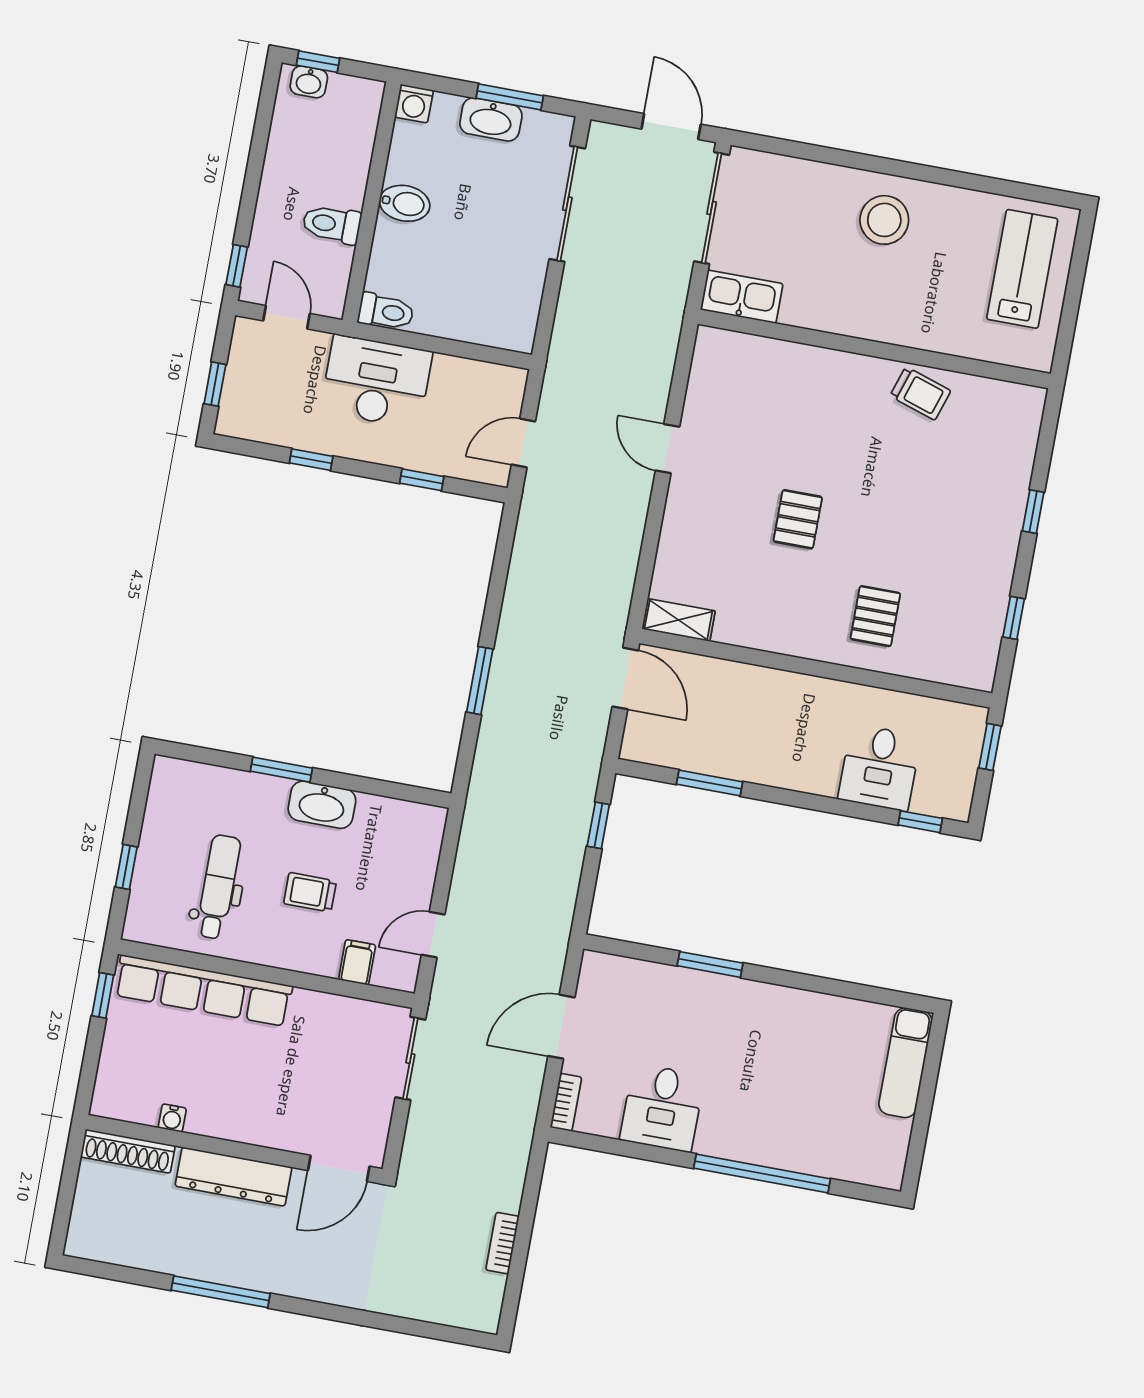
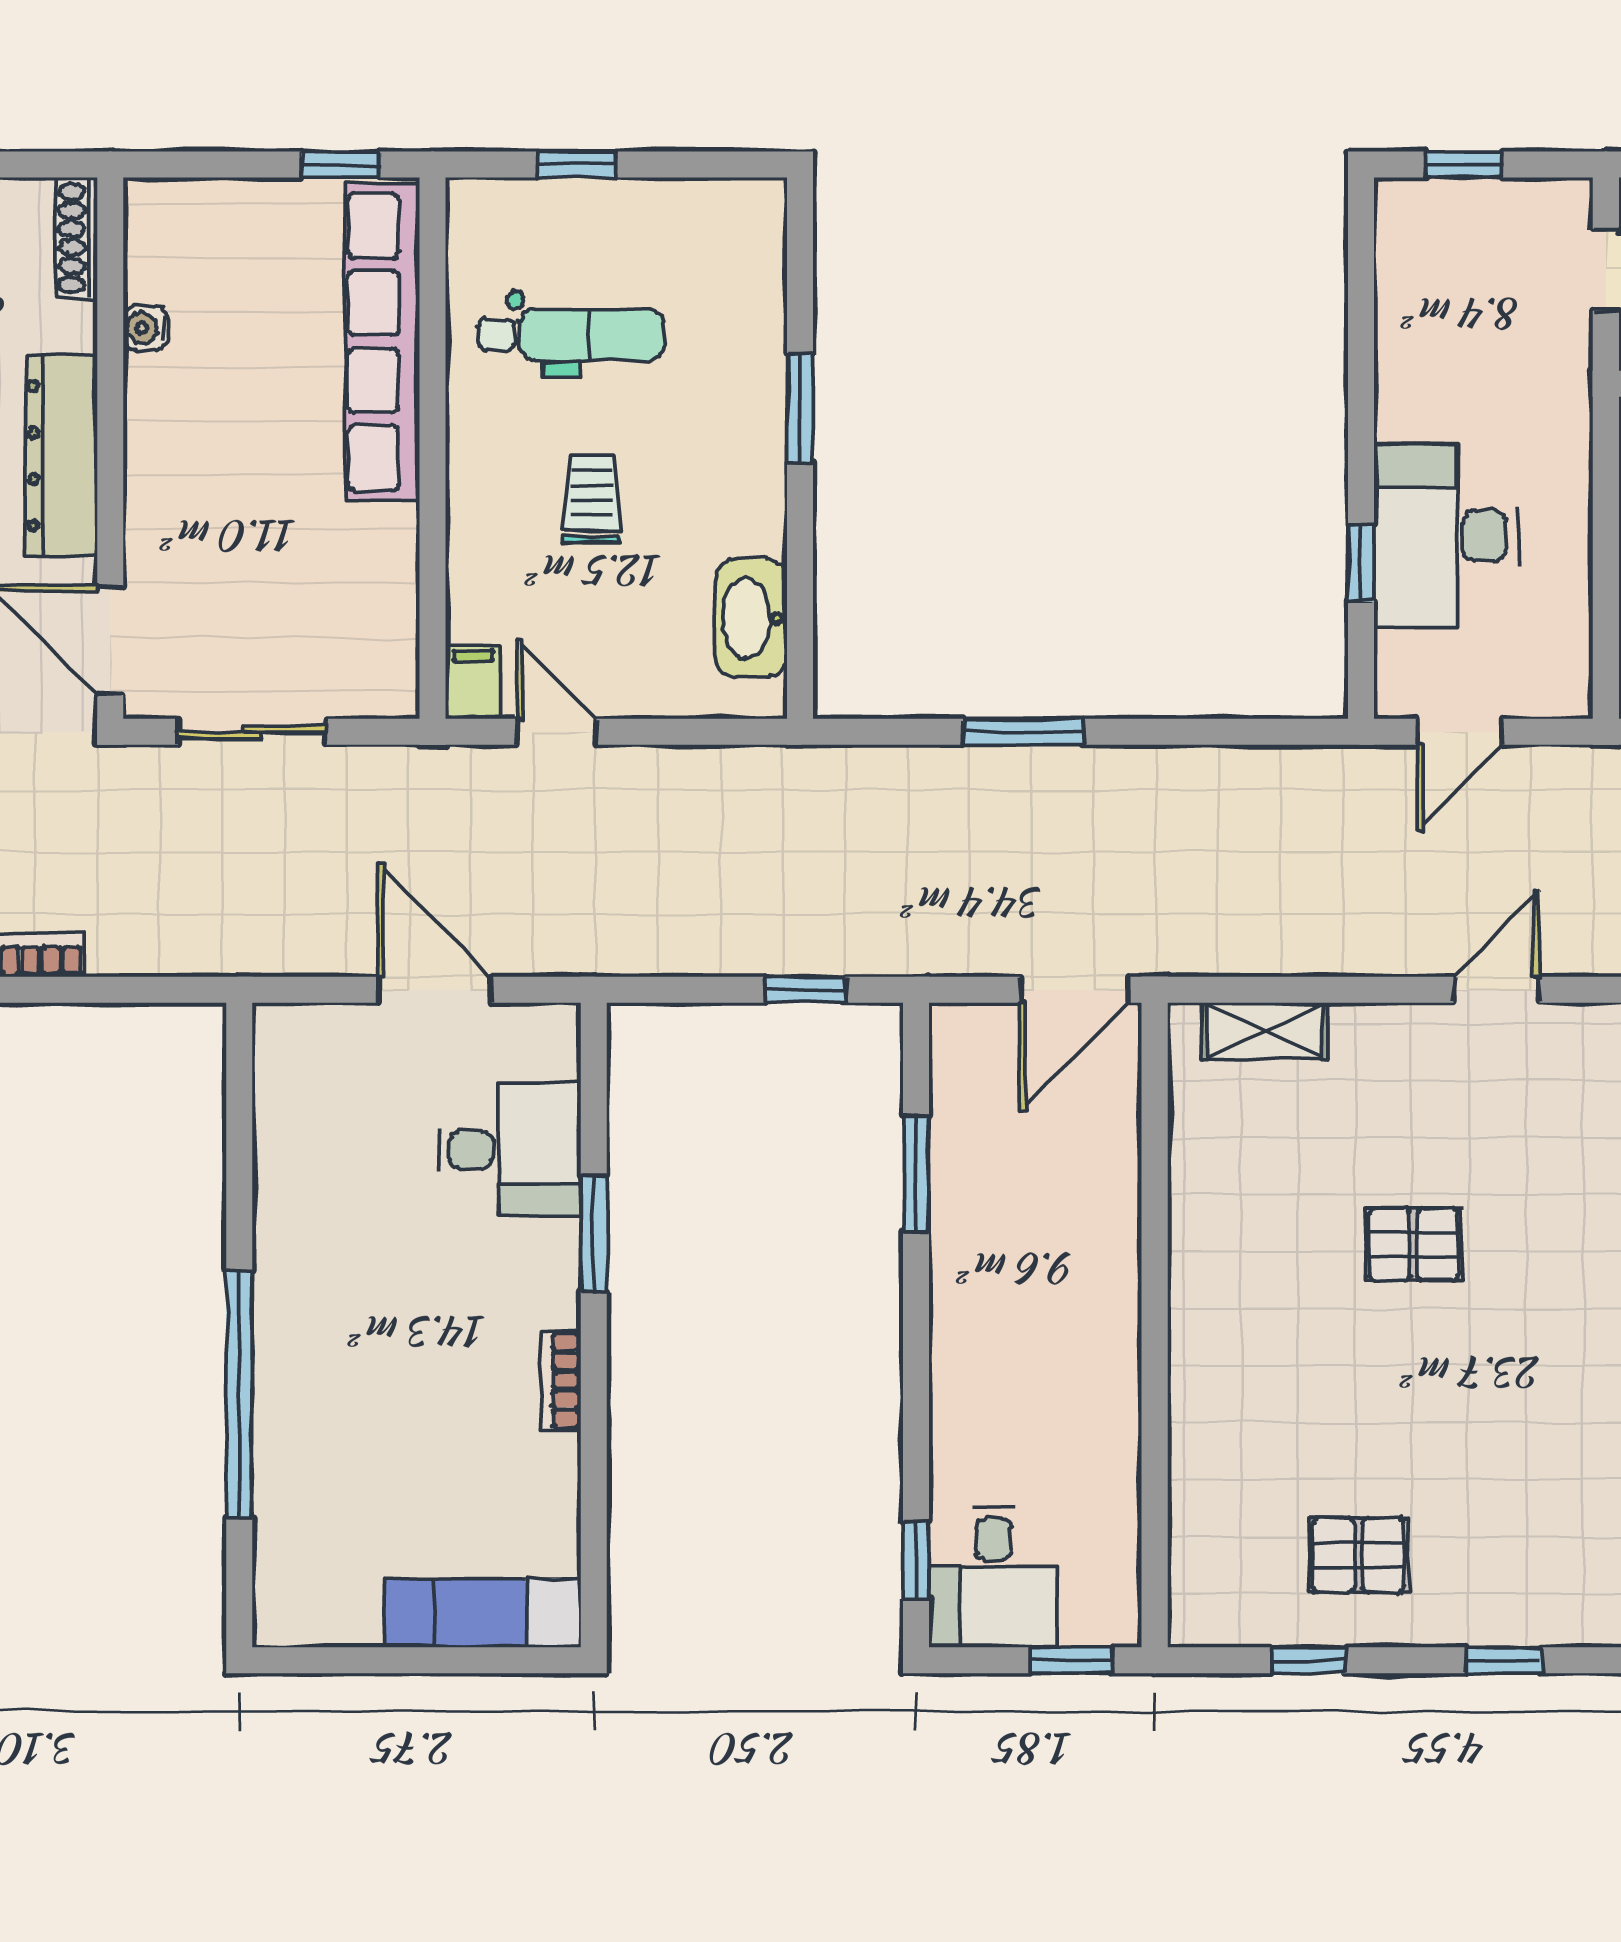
desk: (376, 381) -> (1446, 536), moved, turned 180
door: (523, 443) -> (1459, 732), swing flipped
window: (311, 460) -> (1361, 360), removed
pallet: (875, 616) -> (1358, 1555), moved
shelving: (678, 620) -> (1264, 1031), moved, turned 90
desk: (879, 768) -> (994, 1577), moved, turned -90
washbasin: (322, 805) -> (751, 618), moved
filing cabinet: (357, 962) -> (473, 682), moved, turned -90
sliding door: (410, 1058) -> (252, 732), moved
bookcase: (566, 1102) -> (561, 1380), moved, turned 90
desk: (662, 1108) -> (510, 1150), moved, turned 180
shoe rack: (128, 1151) -> (77, 238), width x0.74, depth x0.81

